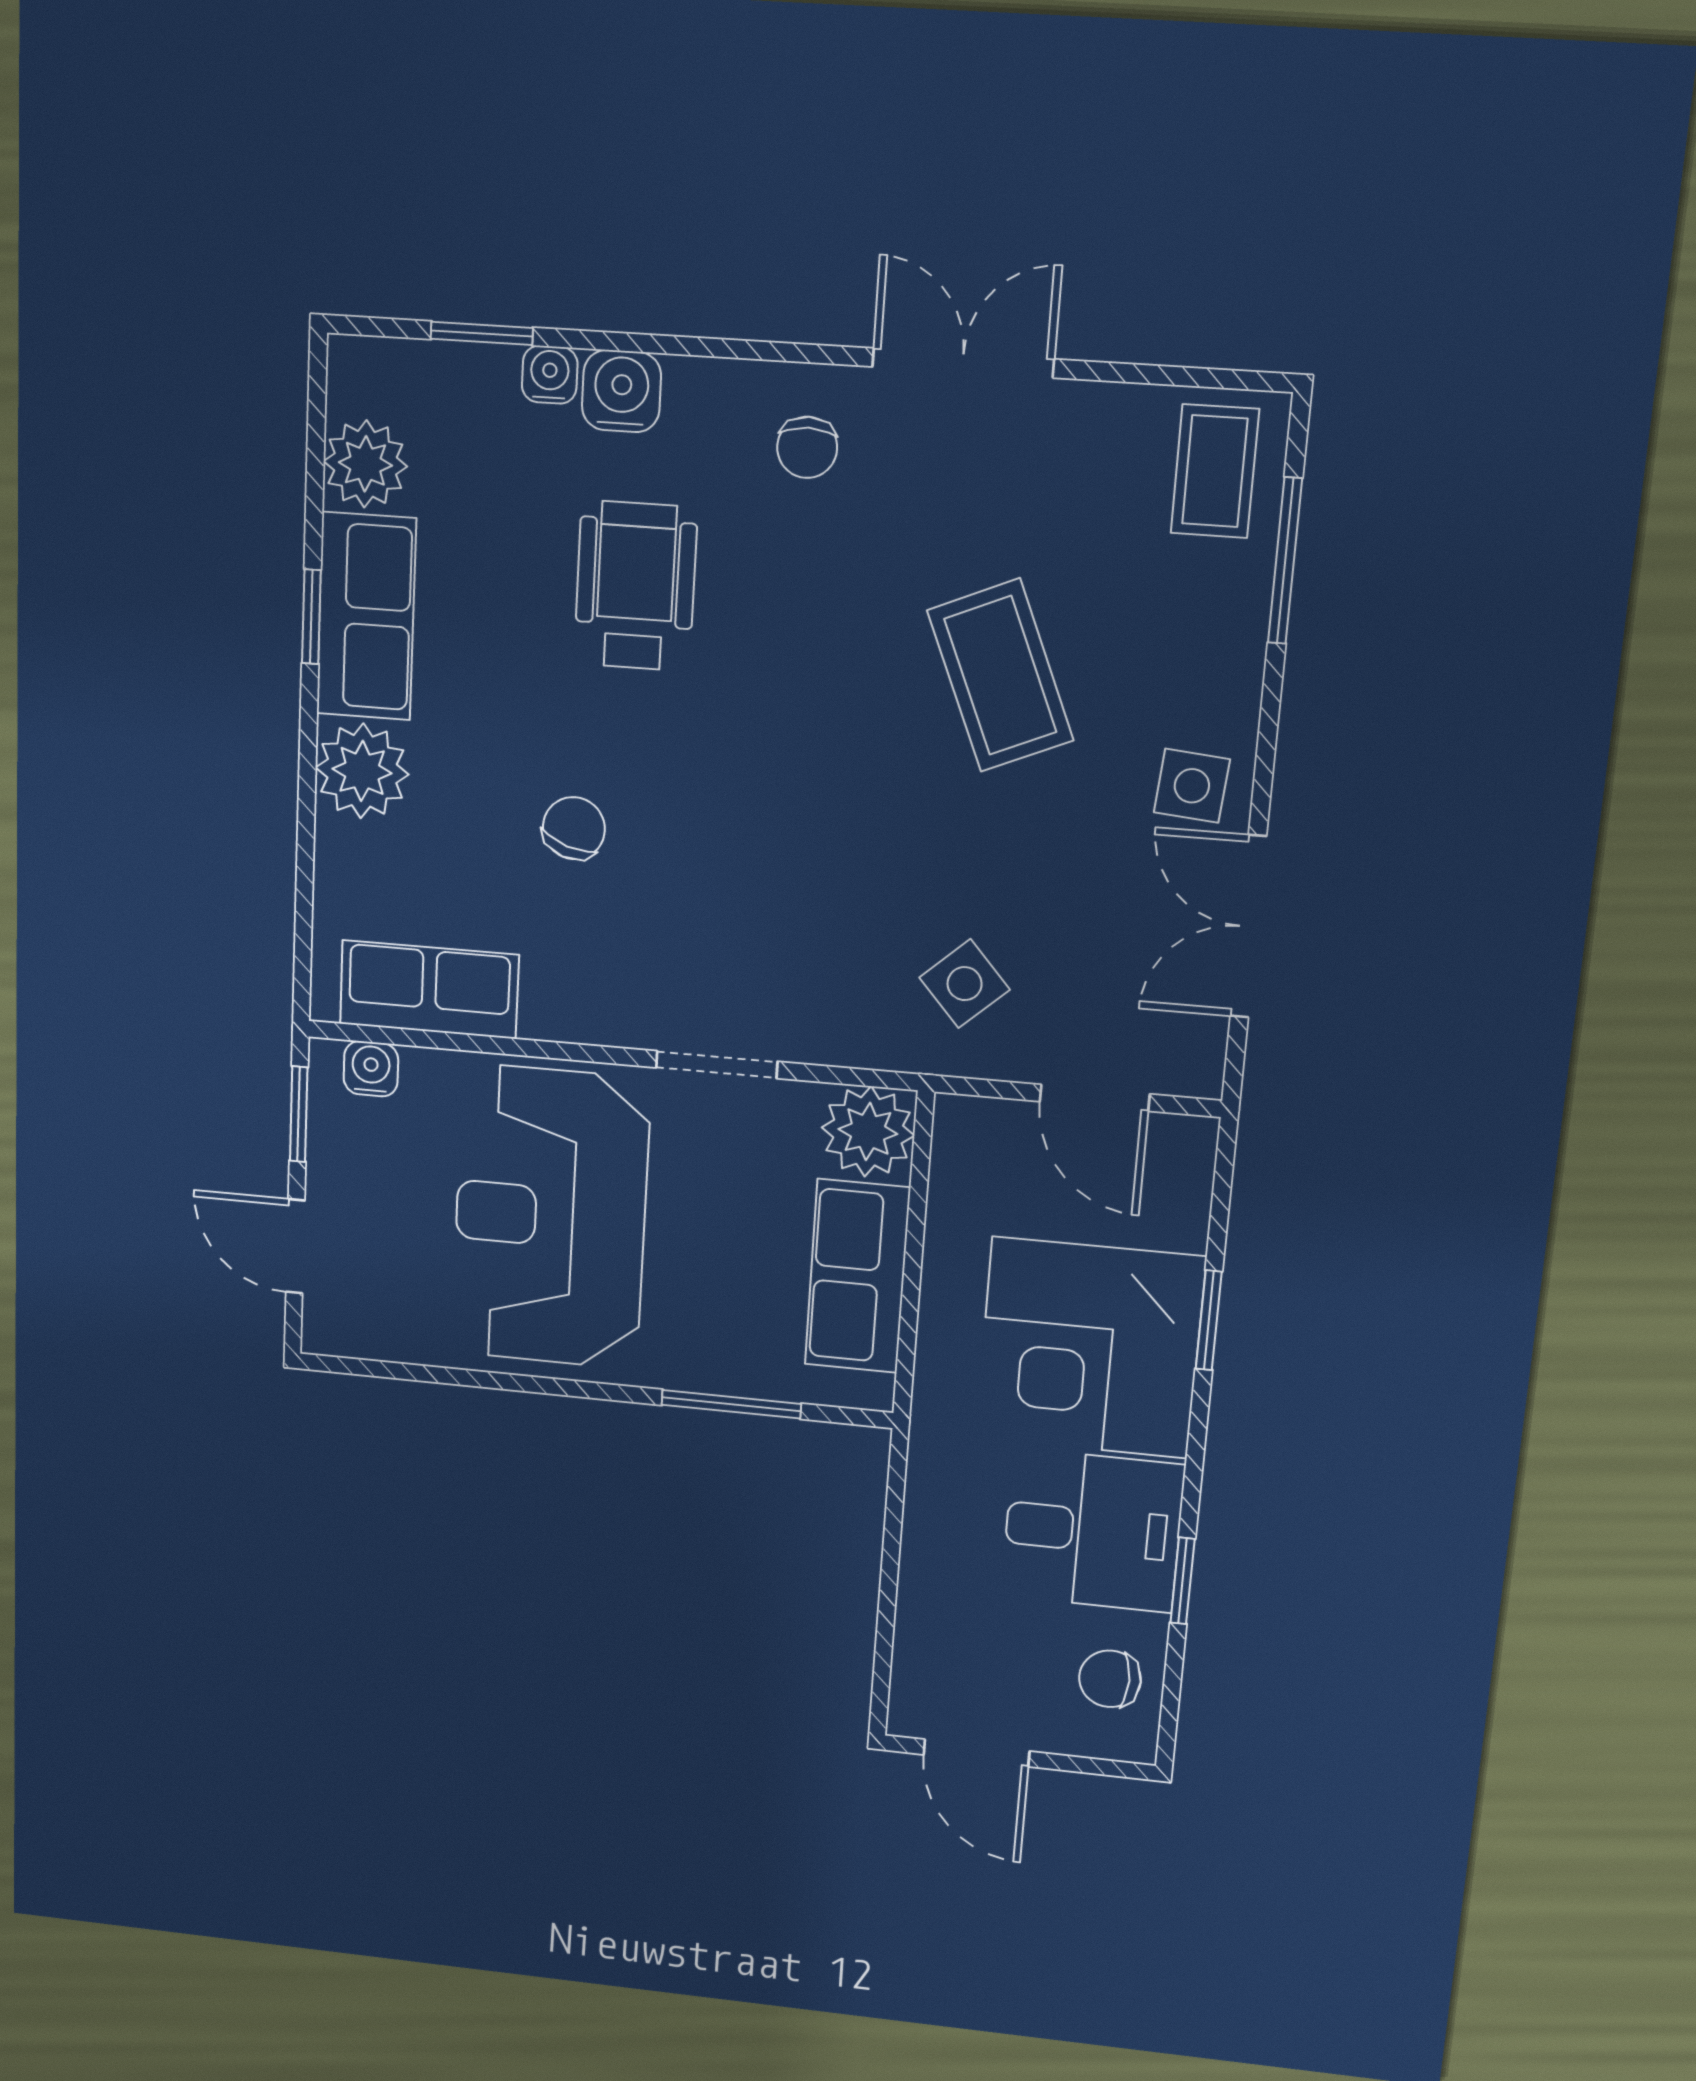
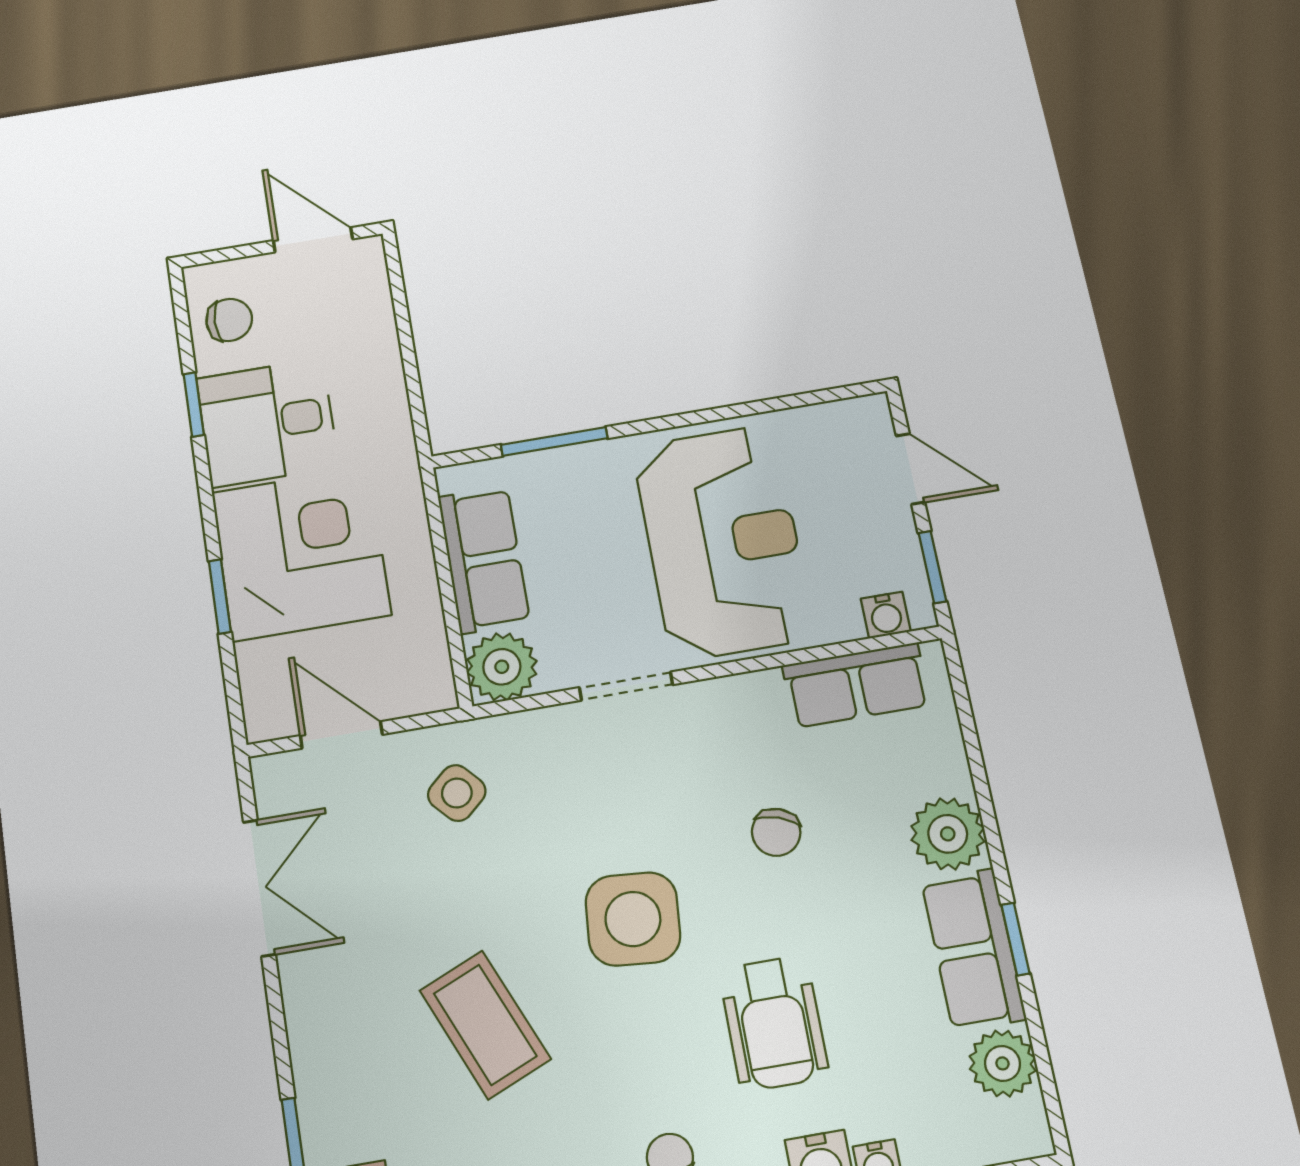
side table: (1192, 786) -> (633, 919), moved, width x1.87, depth x1.87

